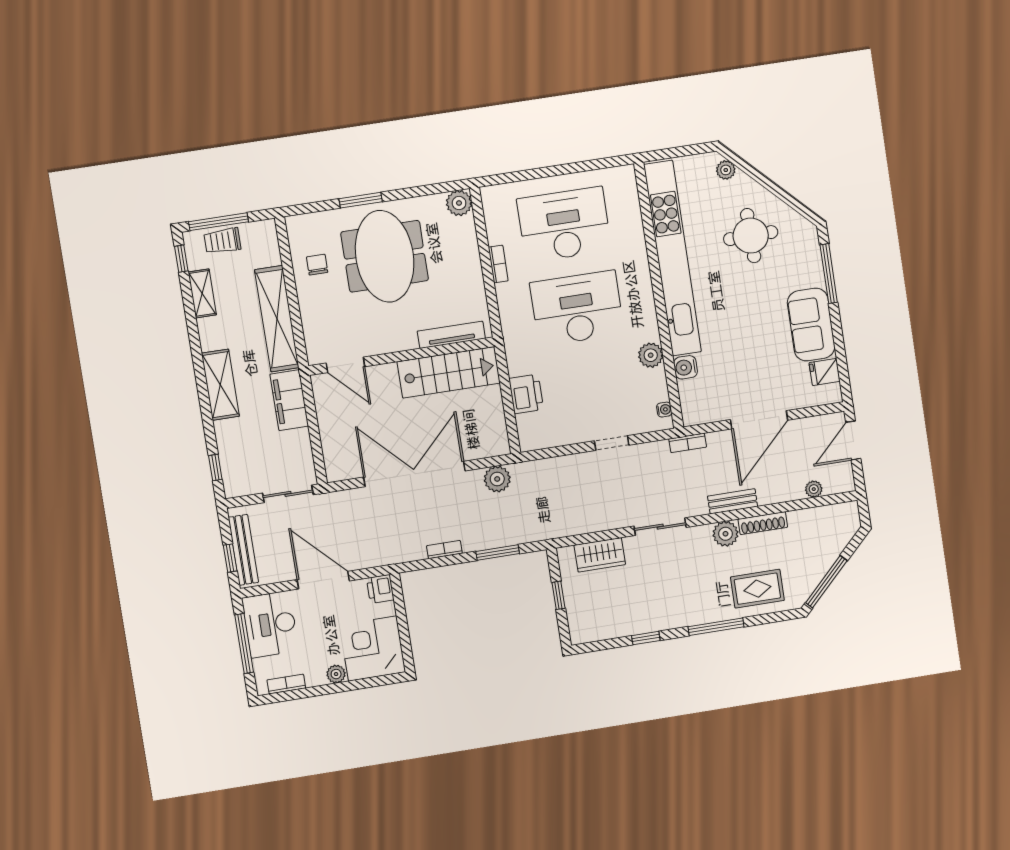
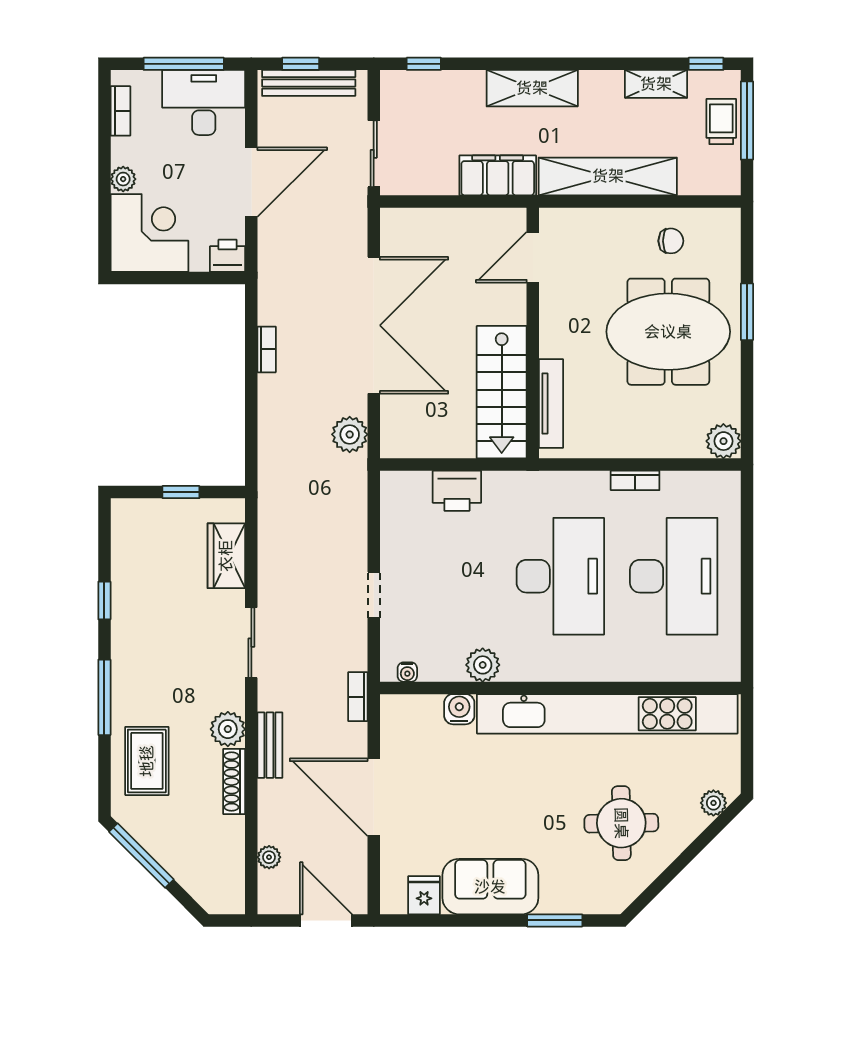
window: (829, 274) -> (555, 920), width x0.69
window: (498, 552) -> (251, 420), removed

